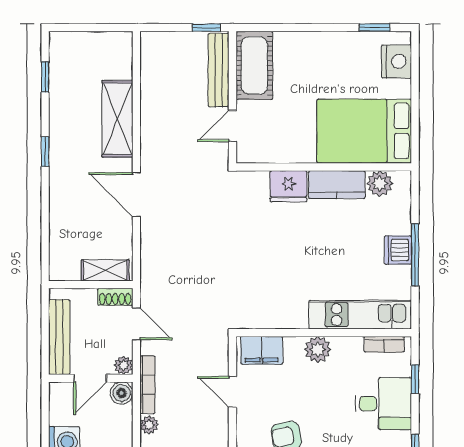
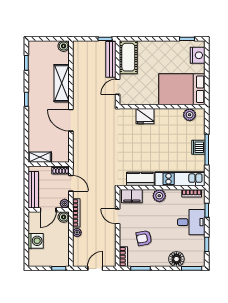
boiler: (122, 42) -> (64, 46), added
kitchen counter: (337, 185) -> (140, 179), moved, turned 180
shelving: (105, 270) -> (40, 157), moved

